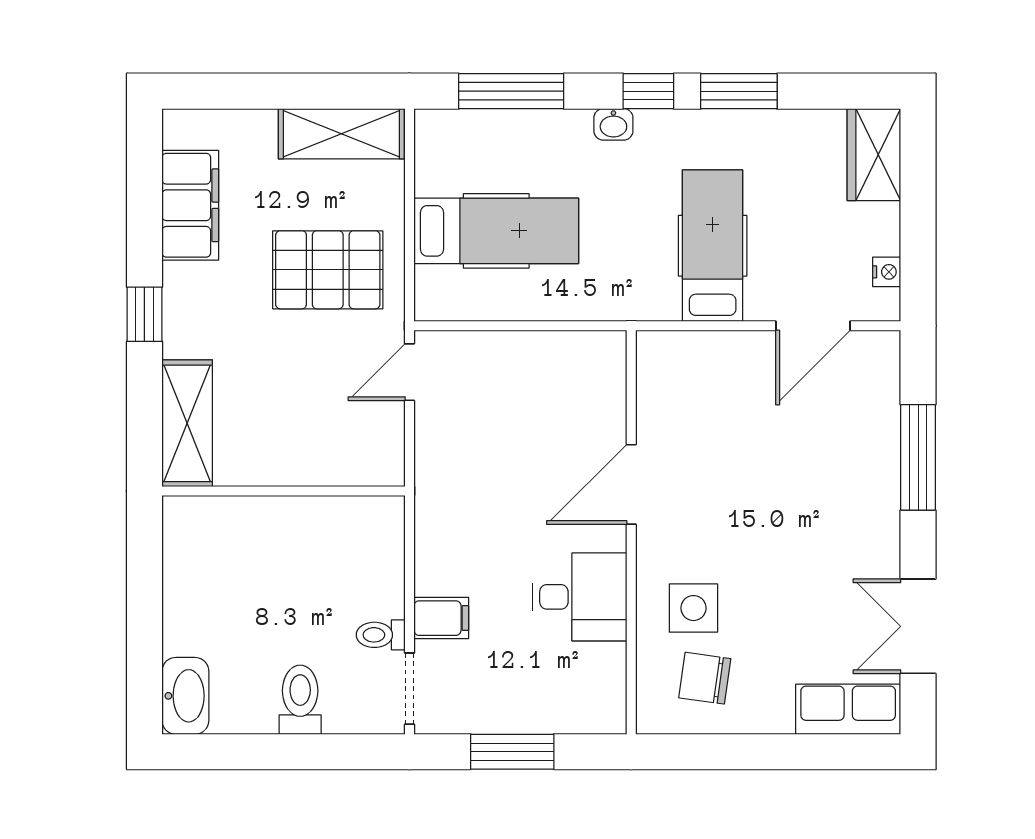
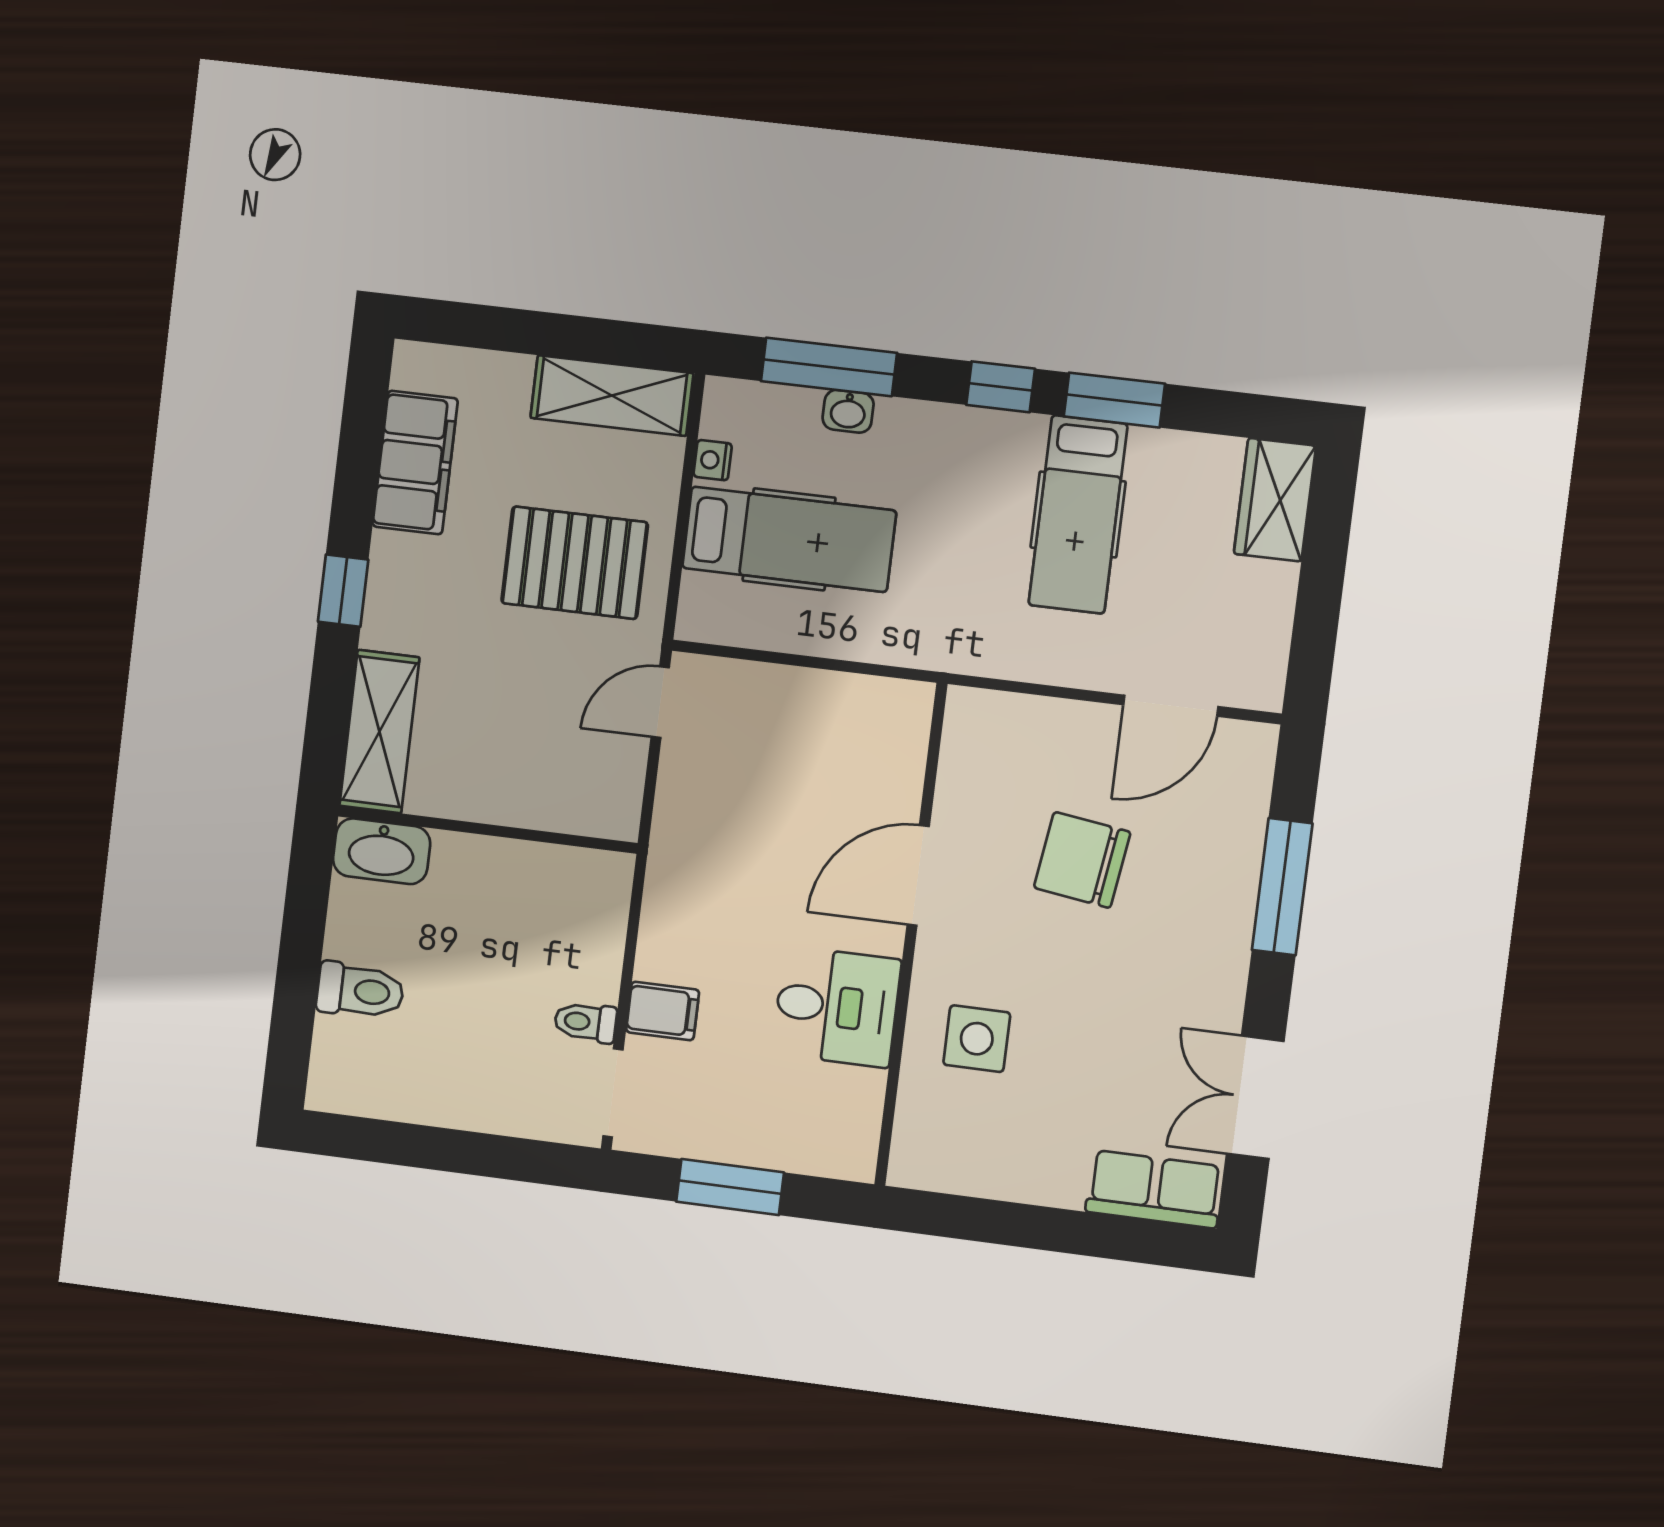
washbasin: (613, 124) -> (848, 411), moved
hospital bed: (713, 246) -> (1078, 514), moved, turned 180
nightstand: (887, 272) -> (713, 460), moved, turned 180
chair: (705, 678) -> (1082, 860), moved, width x1.37, depth x1.37
washbasin: (185, 696) -> (382, 851), moved, turned 90
toilet: (300, 700) -> (360, 991), moved, turned 90

